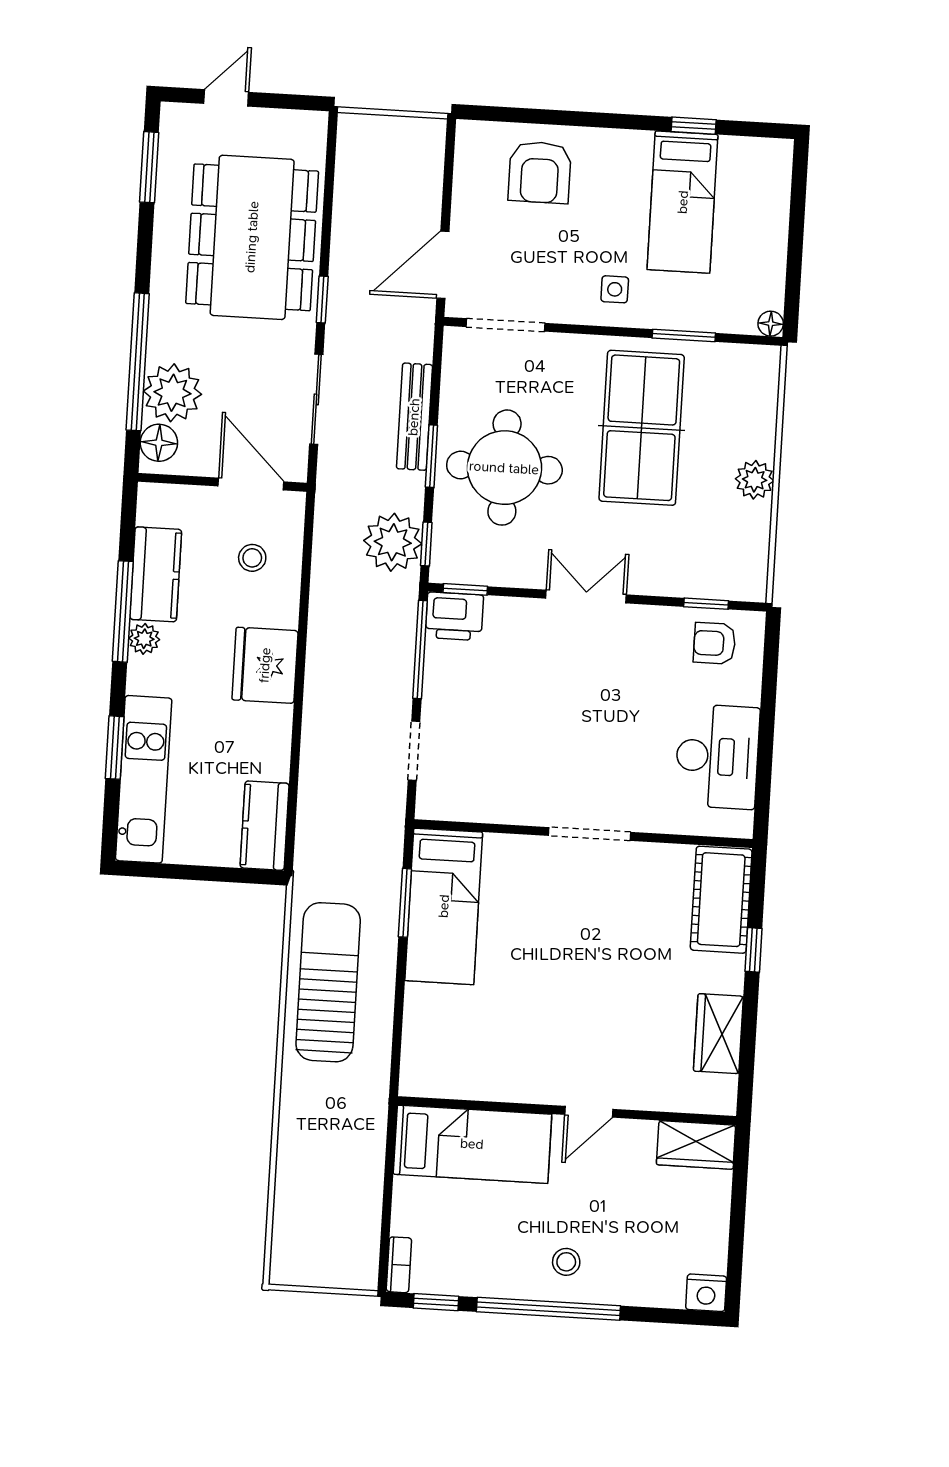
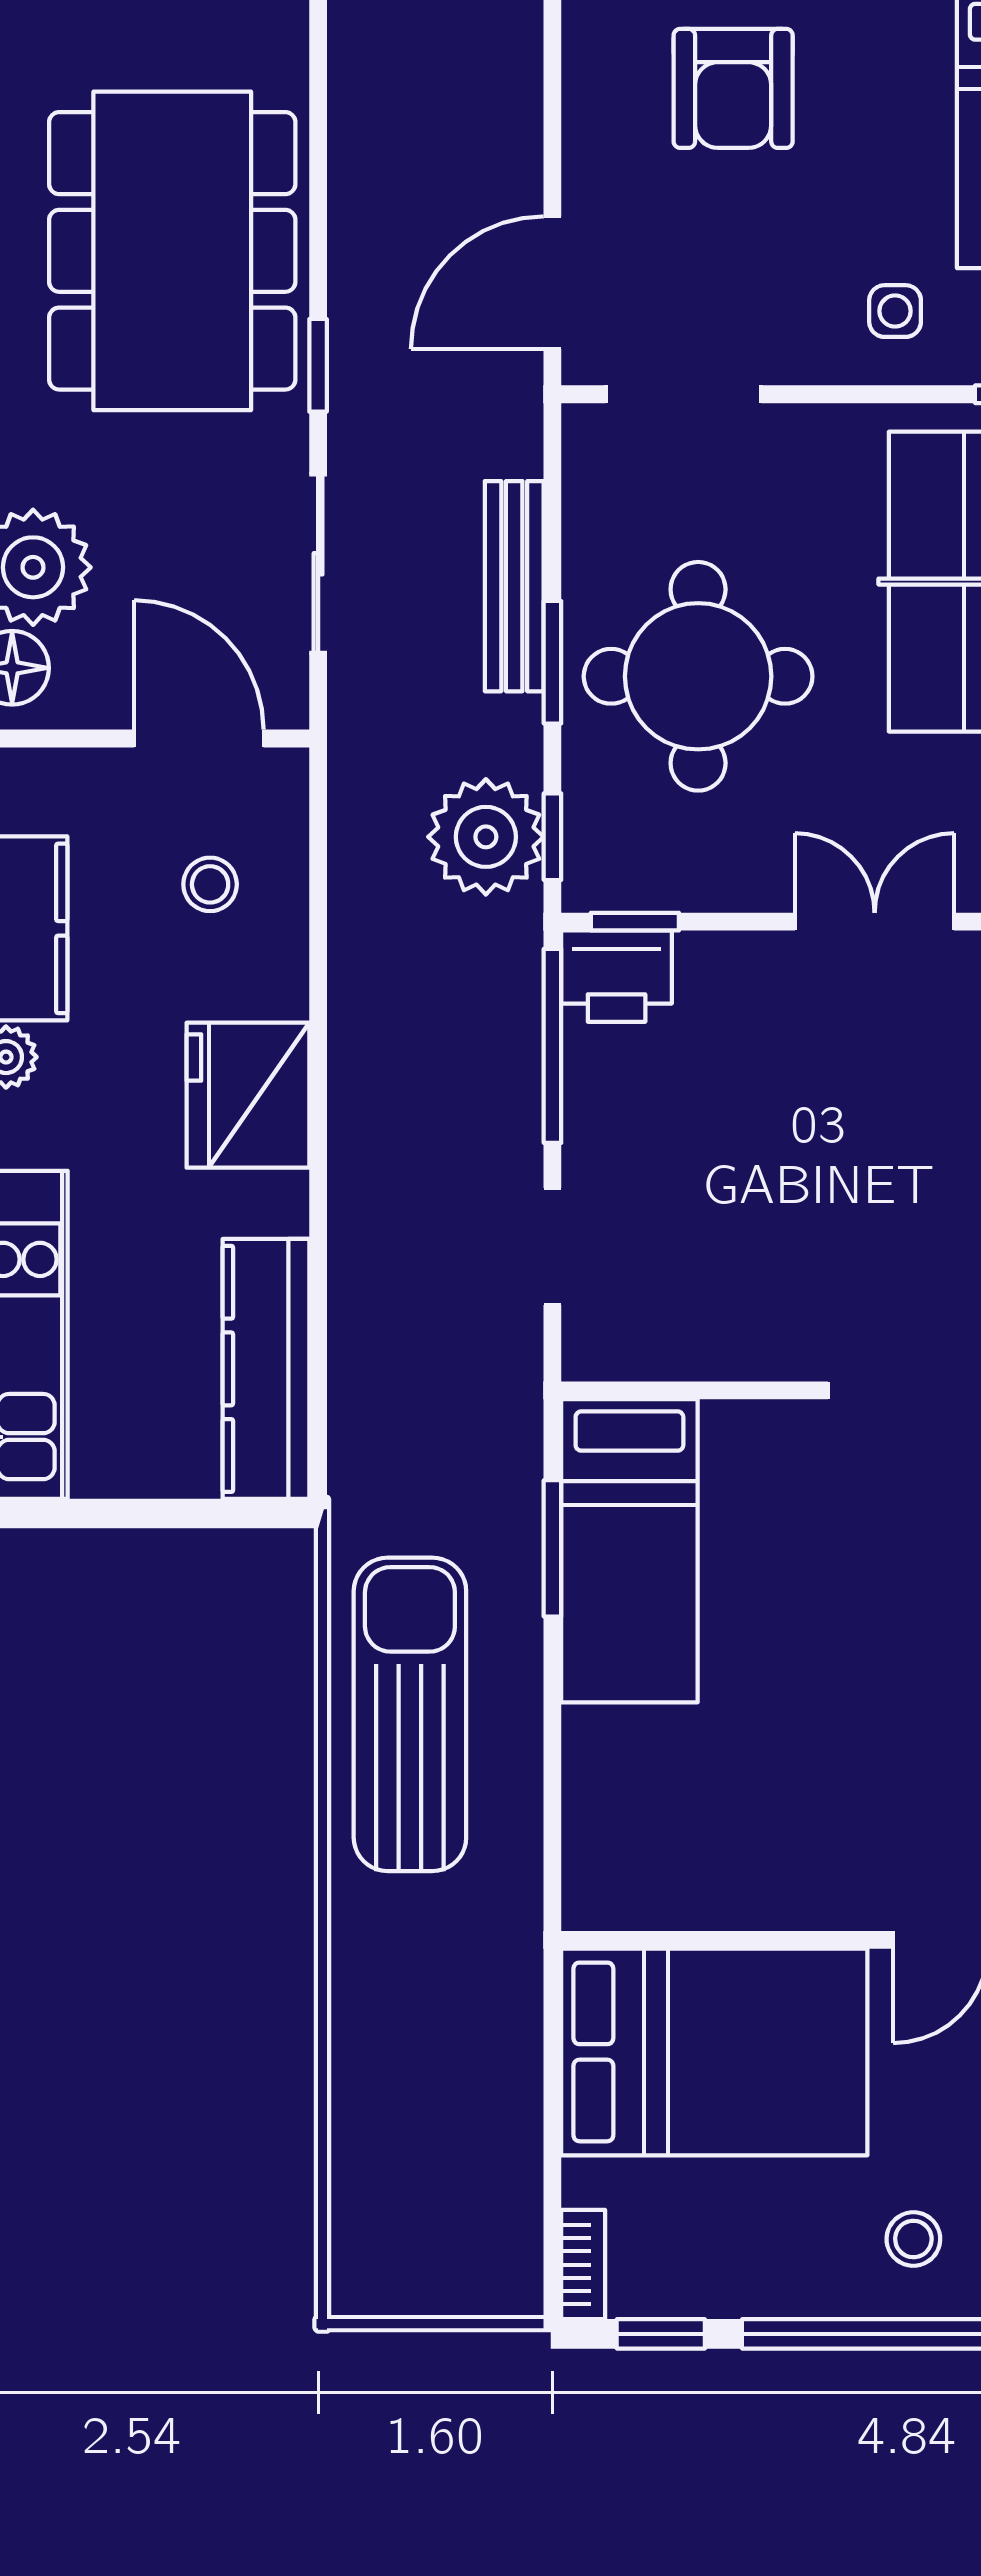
kitchen counter: (265, 826) -> (266, 1369), width x1.50
bed: (472, 1144) -> (714, 2052), width x1.50

